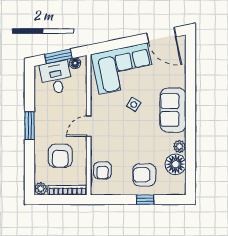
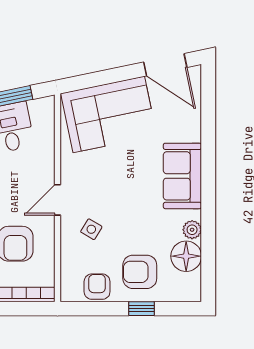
floor lamp: (75, 63) -> (37, 106), removed
side table: (134, 105) -> (91, 229), moved
armchair: (102, 170) -> (97, 287), moved, turned 180

